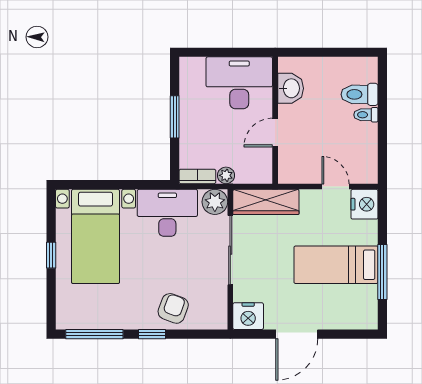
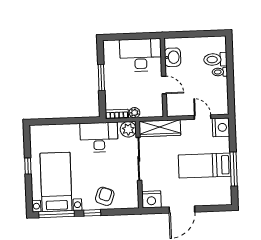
door: (275, 133) -> (164, 85), swing flipped
bed with nightstands: (96, 236) -> (56, 182), moved, turned 180

